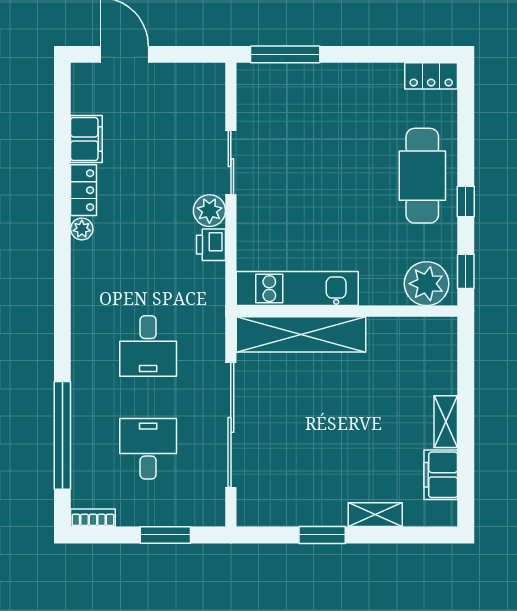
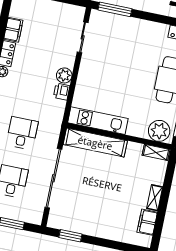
sliding door: (231, 163) -> (83, 37), moved
desk: (148, 346) -> (22, 133), turned 180
shelving: (375, 515) -> (156, 152), moved
window: (322, 535) -> (70, 236), moved

